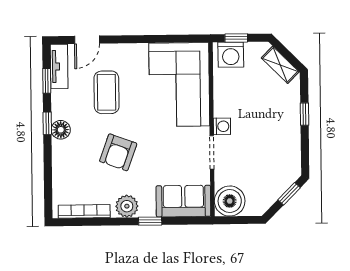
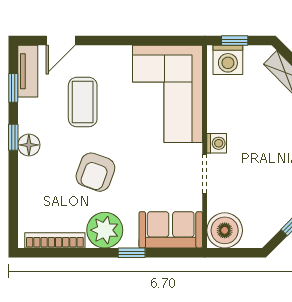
plant: (127, 206) -> (105, 230), width x1.36, depth x1.36

